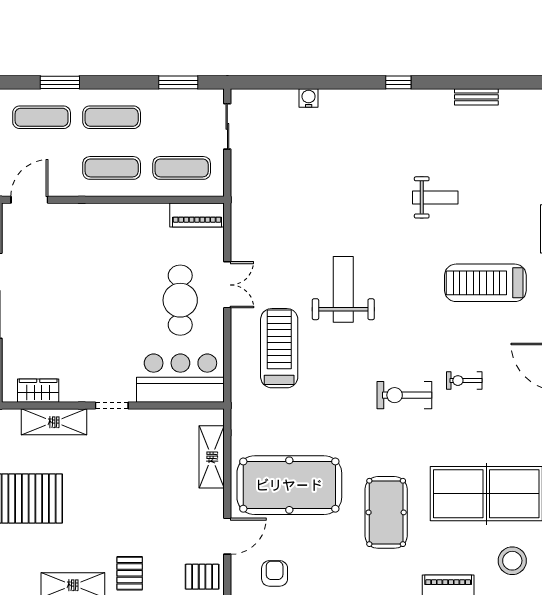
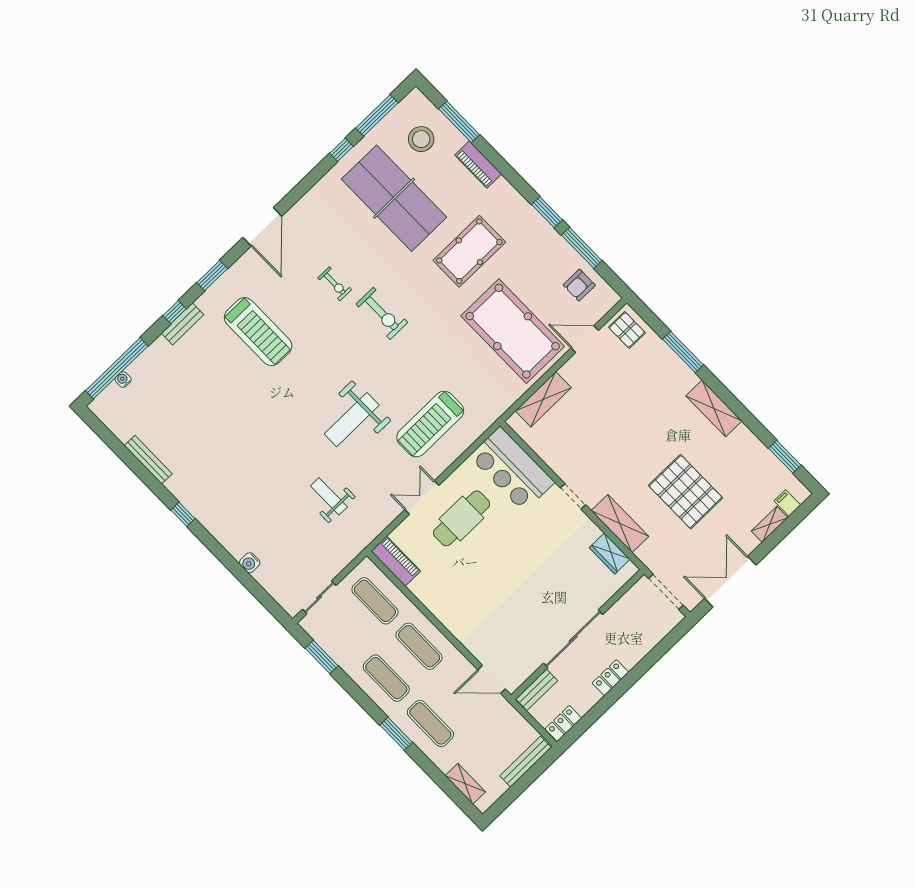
bench: (476, 97) -> (148, 460), width x1.36
weight bench: (435, 197) -> (329, 496), moved
pallet: (130, 573) -> (670, 379), removed

